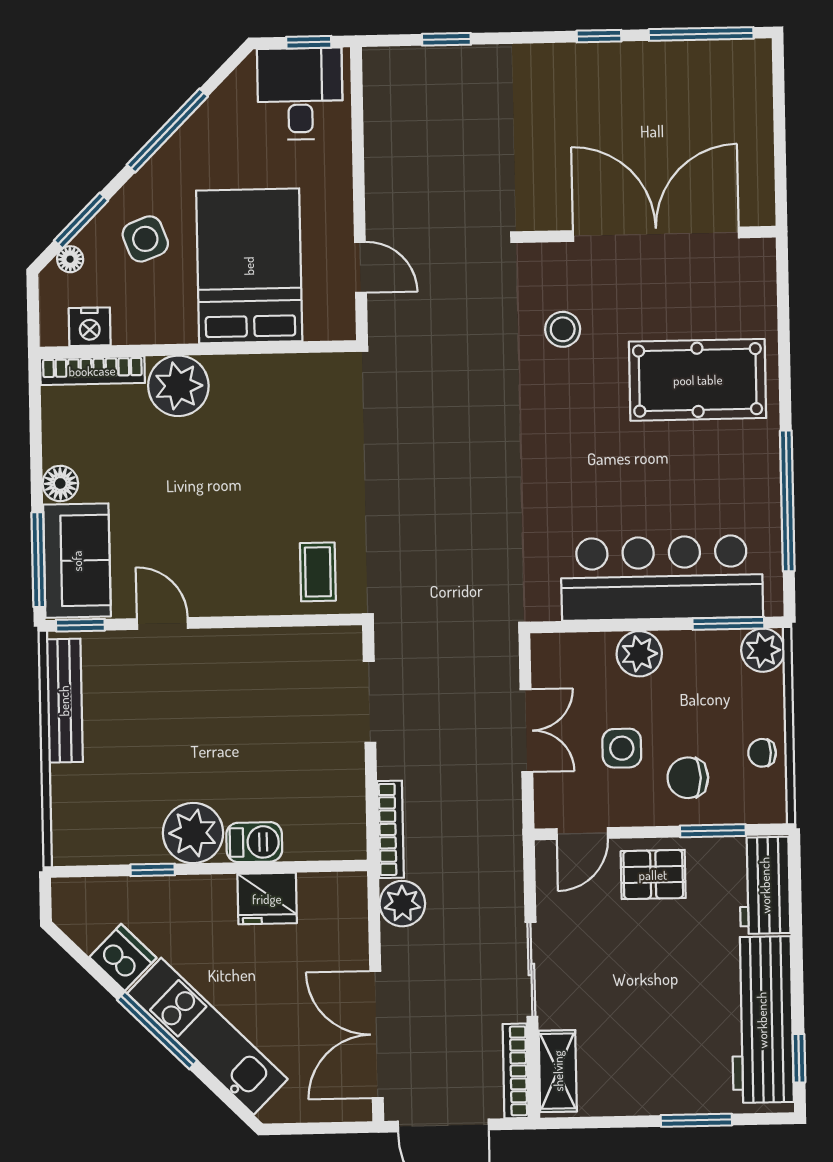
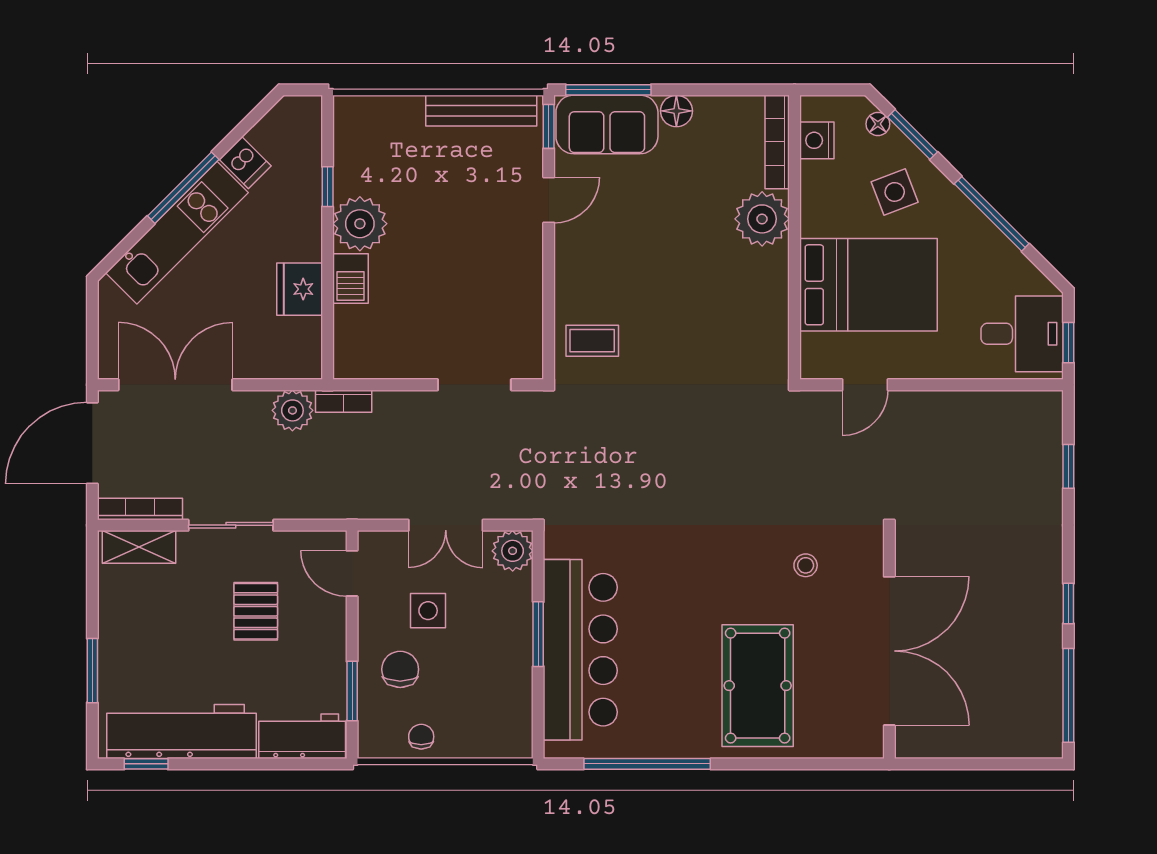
stool: (563, 329) -> (806, 565), width x0.73, depth x0.73
window: (728, 623) -> (538, 634), moved
plant: (763, 650) -> (513, 739), removed
plant: (639, 654) -> (513, 551), moved
bookcase: (390, 829) -> (344, 401), width x0.64
pallet: (653, 875) -> (256, 611), moved
dishwasher: (123, 957) -> (245, 163), width x0.73

